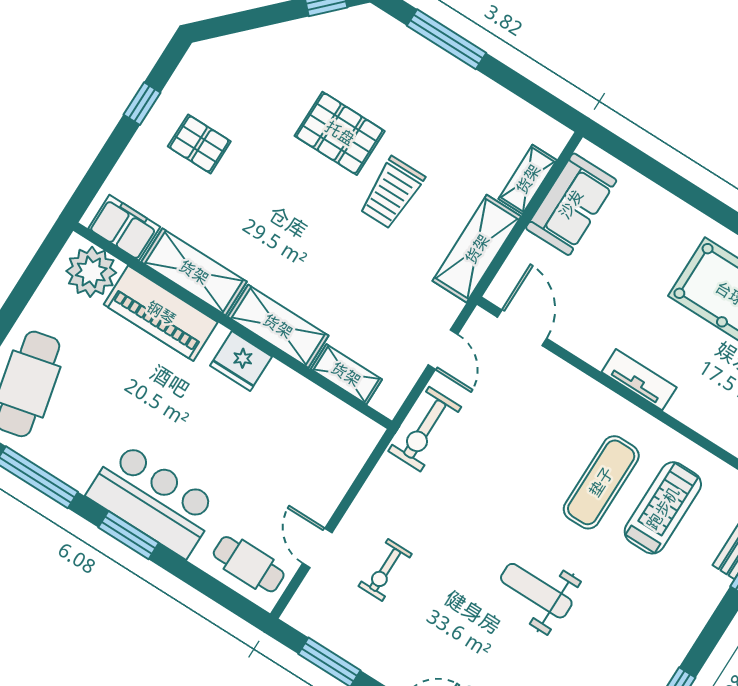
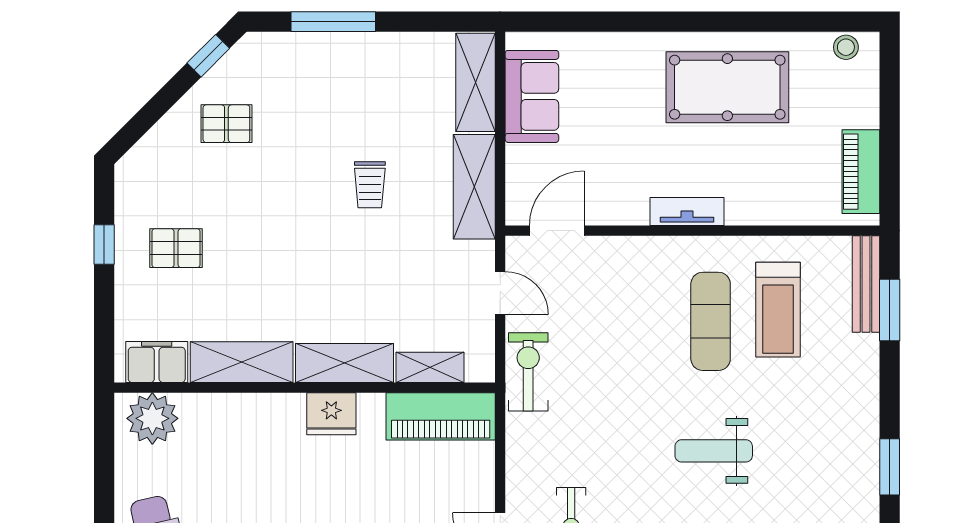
pallet: (340, 133) -> (226, 124), moved, width x0.67, depth x0.71
shelving: (528, 179) -> (475, 82), width x1.50, depth x1.33
trolley: (392, 193) -> (370, 185), width x0.73, depth x0.72
piano: (161, 313) -> (441, 416), moved
door: (522, 328) -> (557, 231), hinge flipped
exercise bike: (425, 429) -> (528, 372), turned 180
treadmill: (663, 508) -> (778, 310), turned 180

